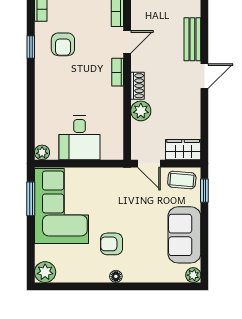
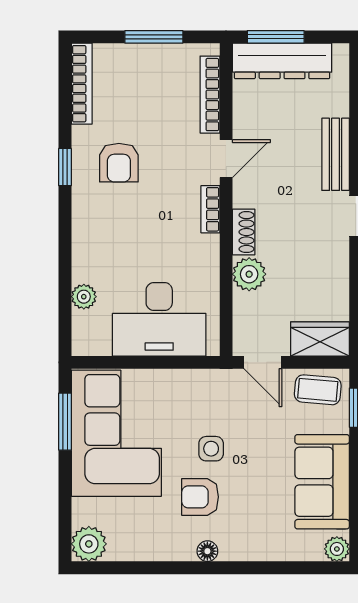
desk: (79, 138) -> (159, 319), width x1.37
plant: (42, 152) -> (84, 297), moved
side table: (118, 215) -> (211, 449), added

